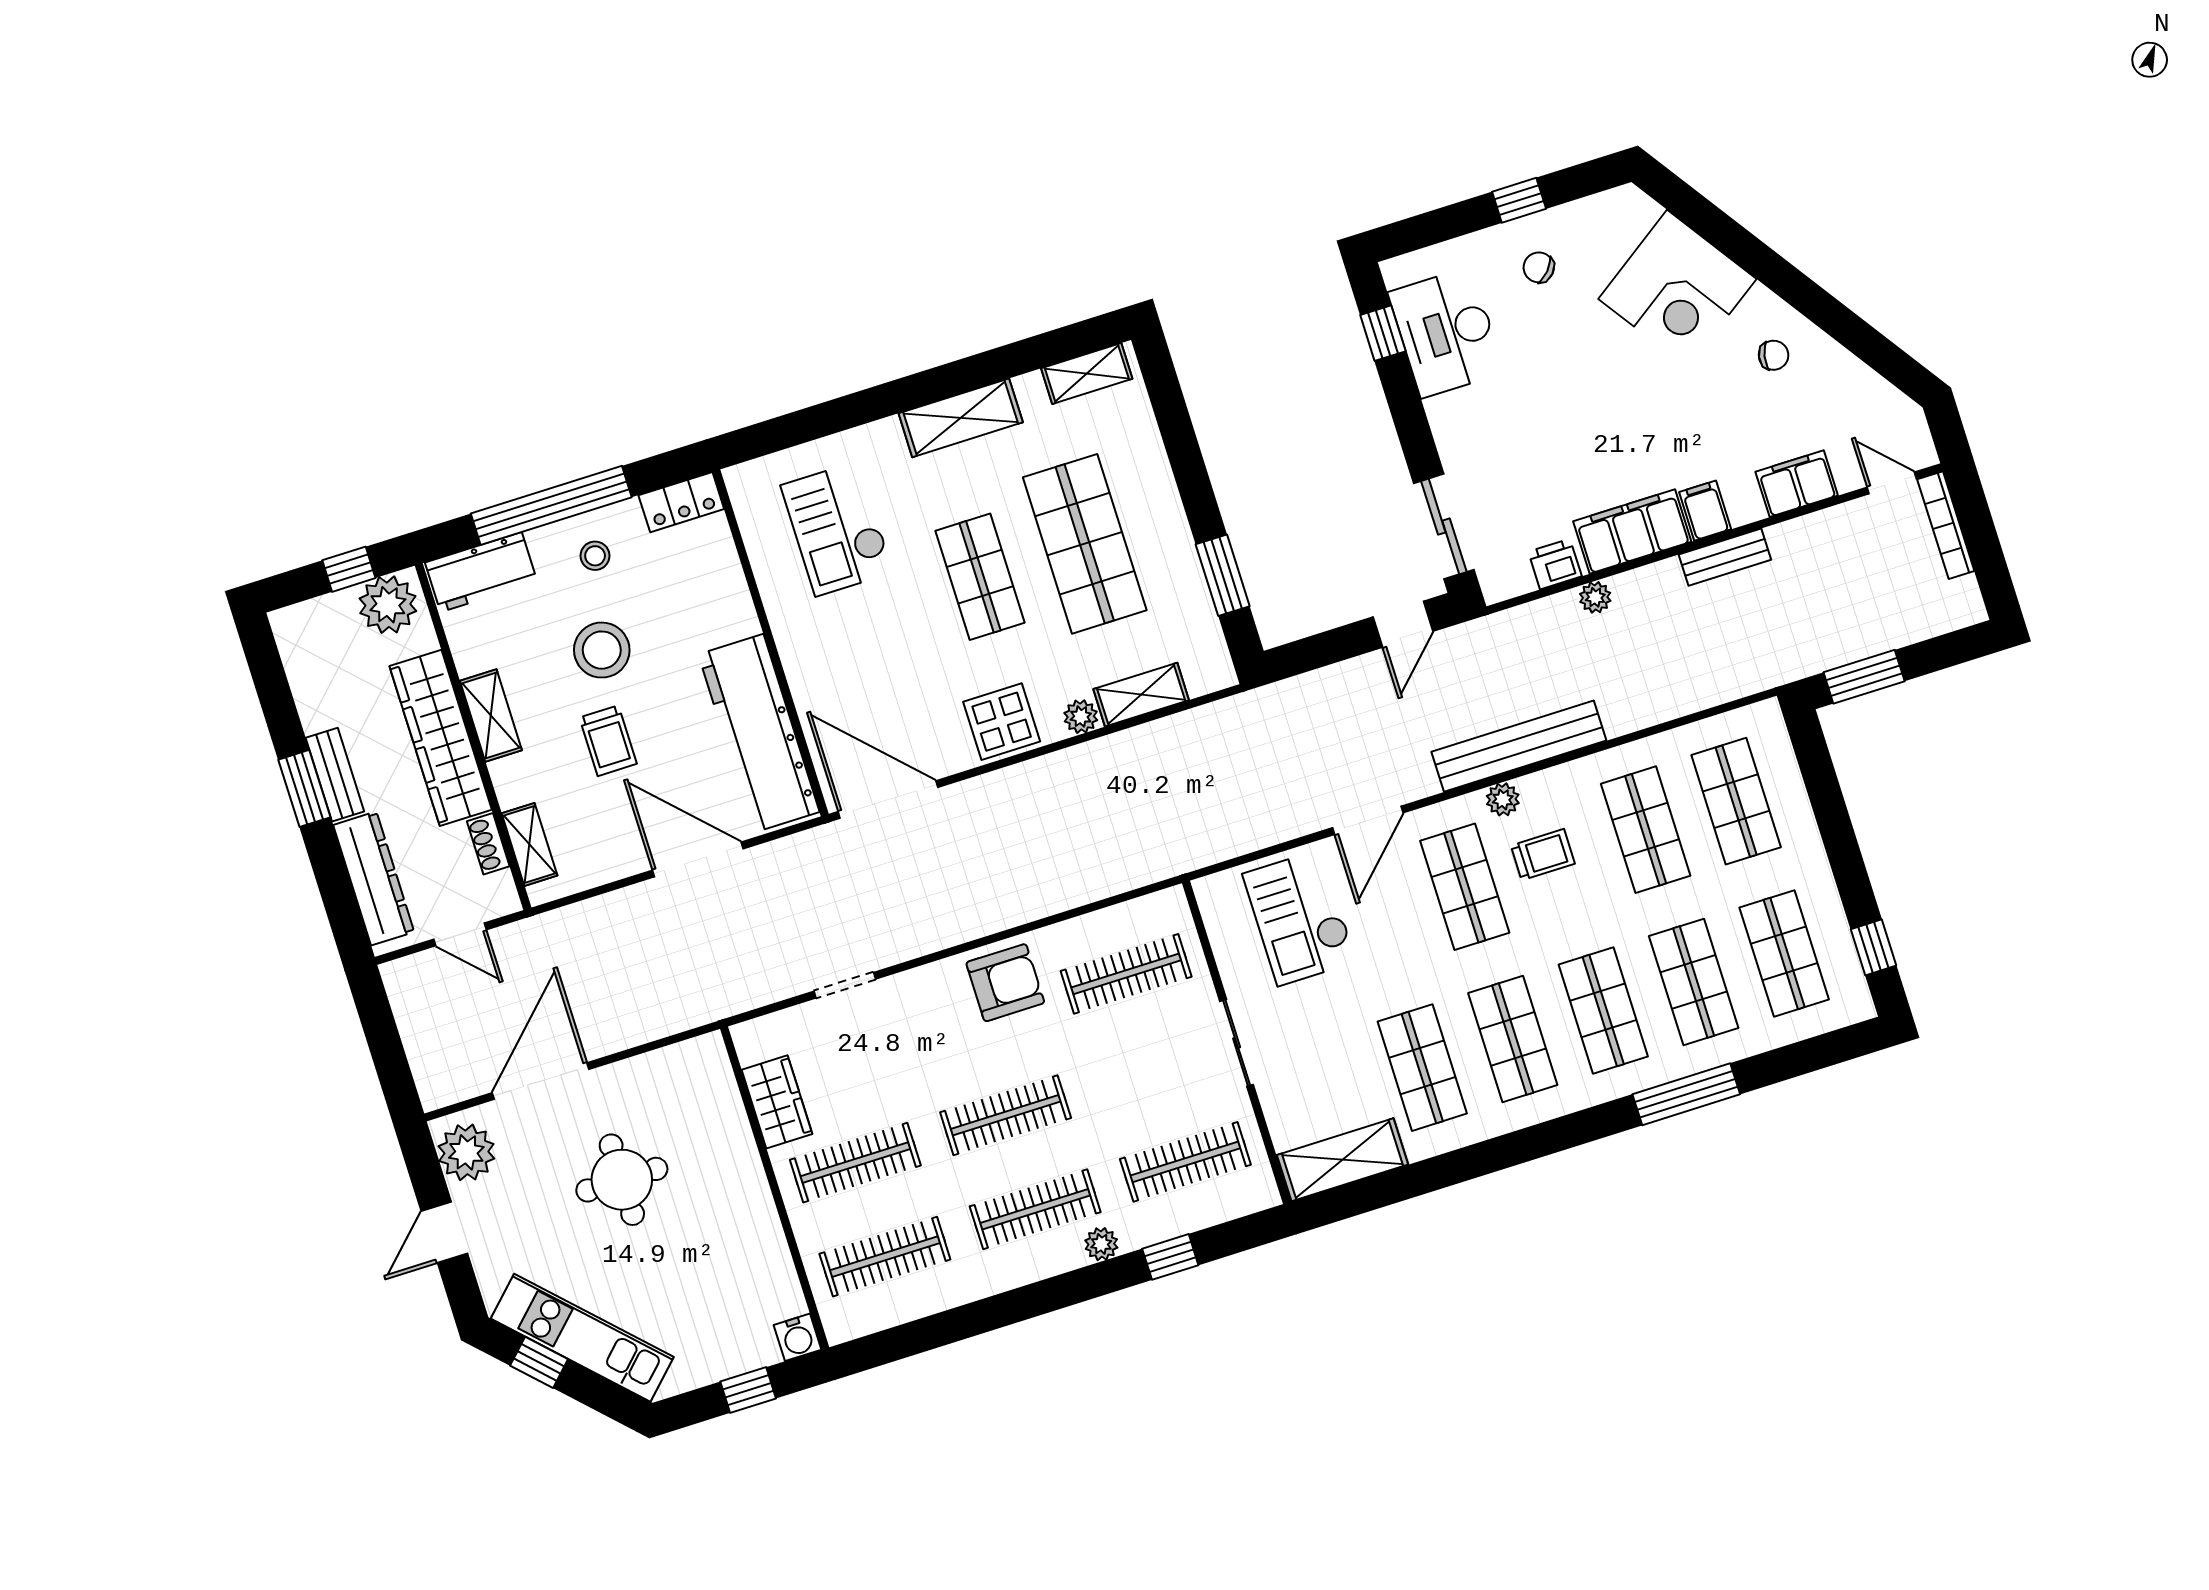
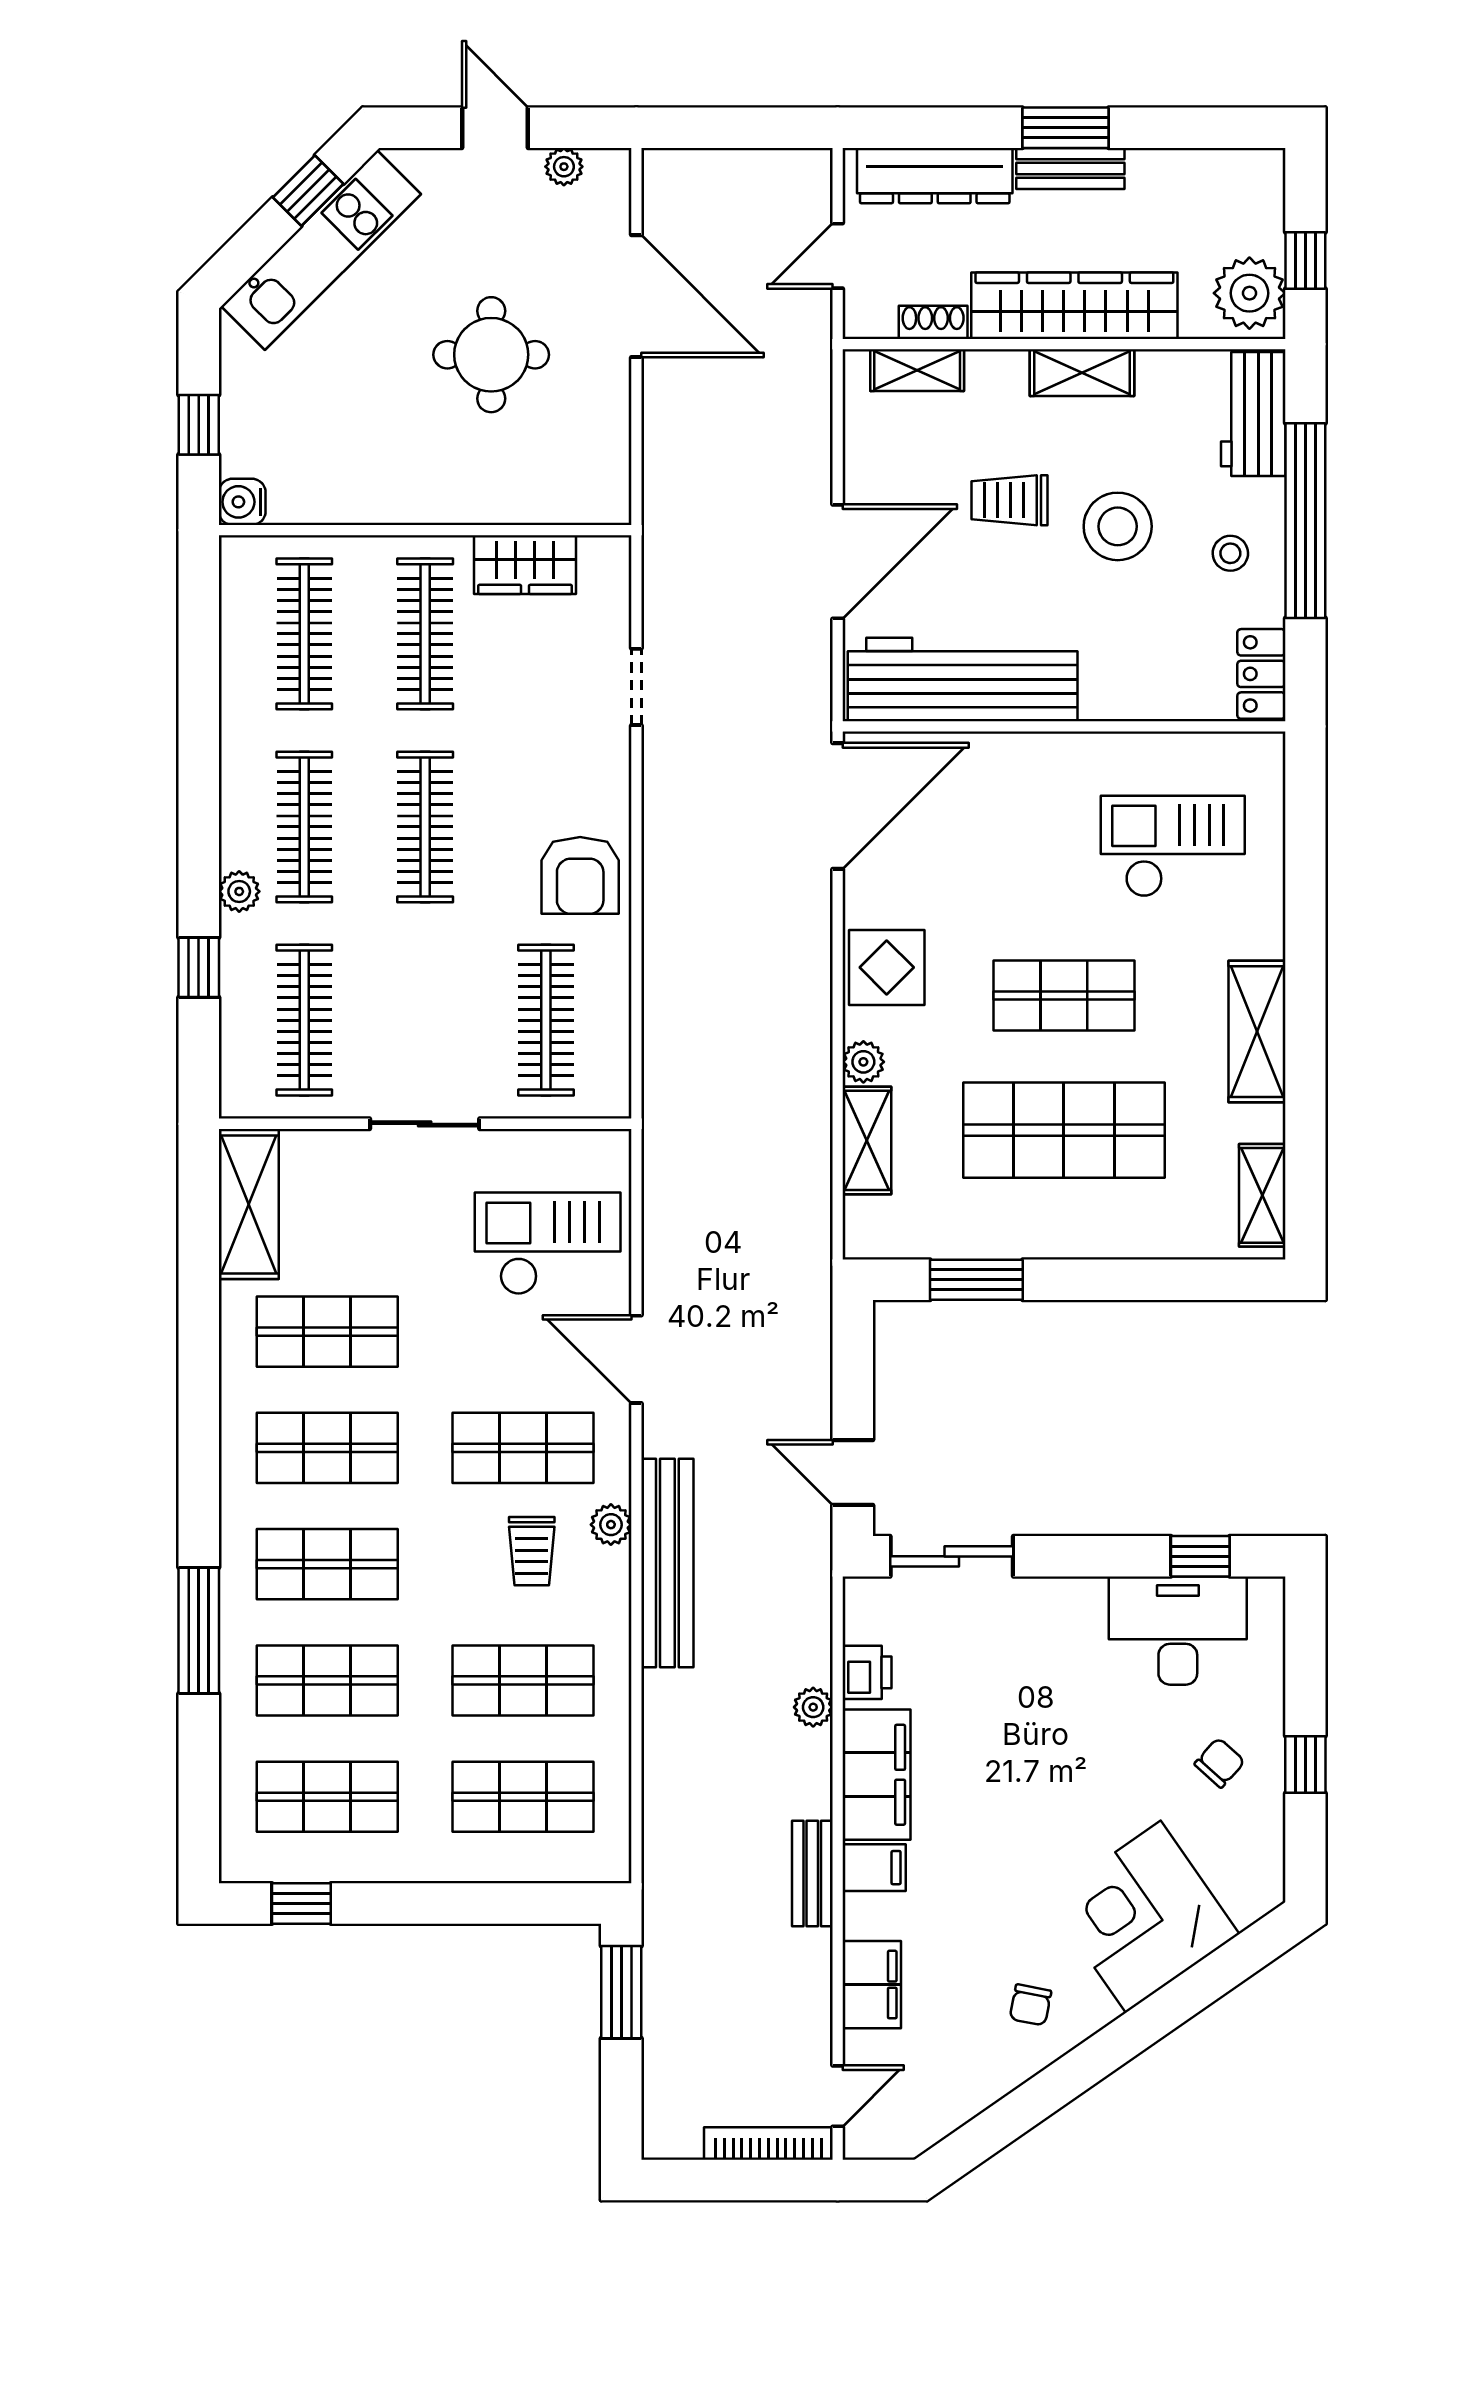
plant: (466, 1152) -> (564, 167), width x0.53, depth x0.53

